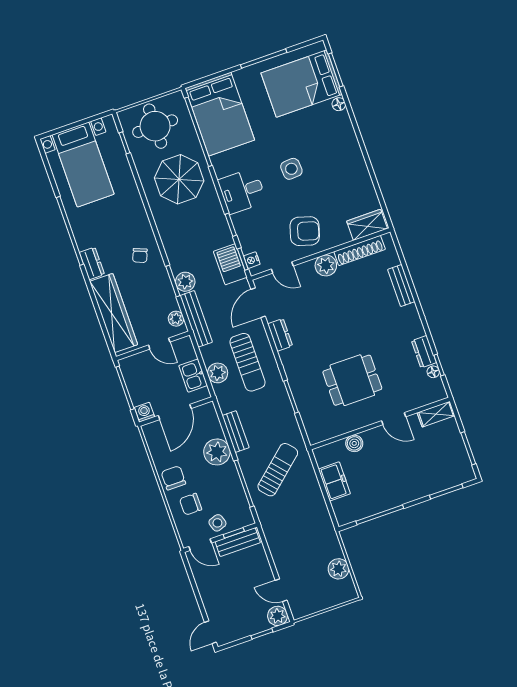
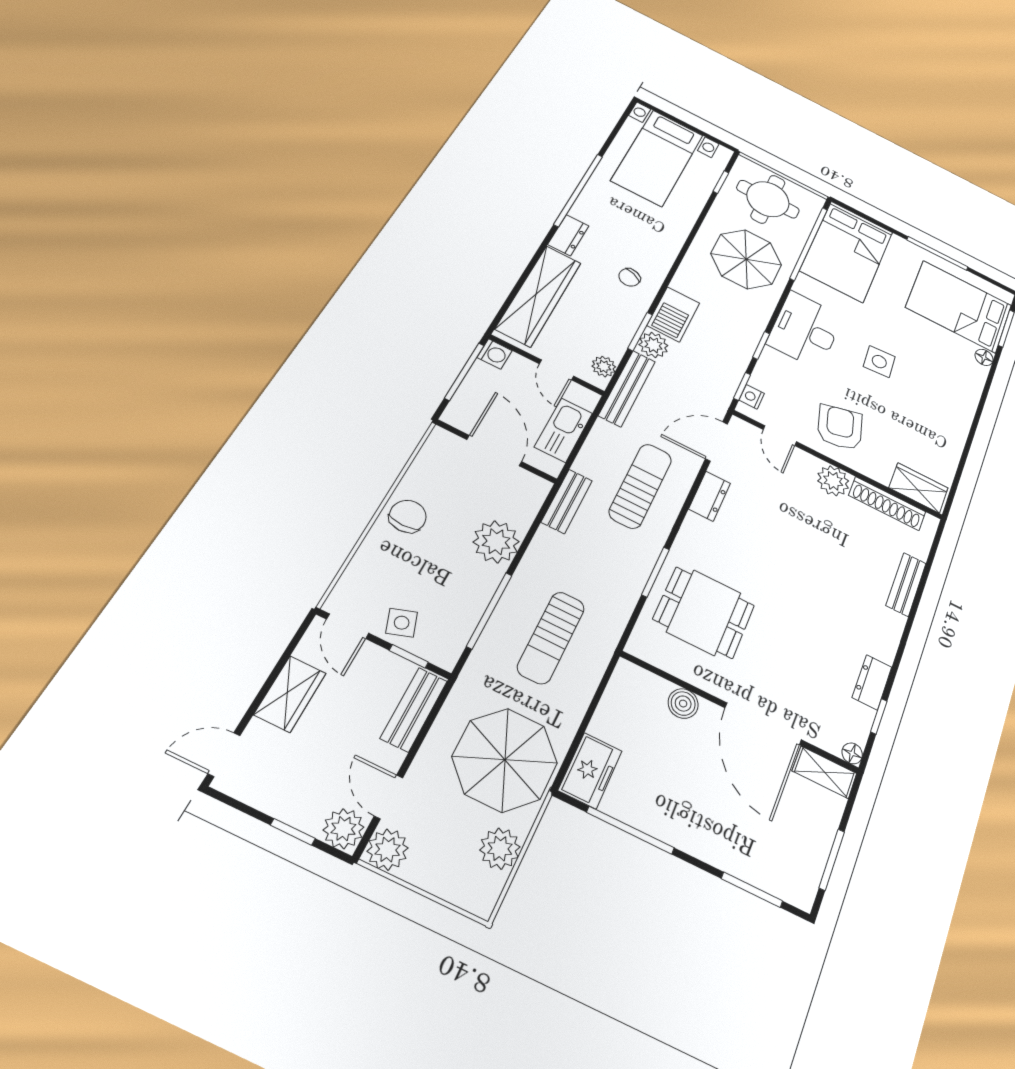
desk: (242, 191) -> (805, 330), width x1.37
armchair: (305, 231) -> (840, 427), turned -122
barbecue: (230, 264) -> (673, 314), moved, turned 180
sun lounger: (248, 362) -> (641, 486), turned 180
floor lamp: (433, 372) -> (852, 753), moved
plant: (218, 373) -> (388, 850), moved
kitchen sink: (193, 376) -> (564, 430), width x1.38
dining table: (352, 380) -> (704, 612), moved
washing machine: (144, 412) -> (495, 354), moved, turned 90
door: (175, 412) -> (494, 451), swing flipped
door: (394, 419) -> (763, 724), width x1.88
bench: (236, 432) -> (567, 501), moved
sun lounger: (278, 470) -> (551, 637), turned 131
freezer: (334, 481) -> (590, 771), moved
chair: (191, 504) -> (393, 567), removed
parasol: (308, 535) -> (505, 760), added
bench: (238, 542) -> (414, 709), moved, turned 90
wardrobe: (208, 590) -> (290, 694), added

